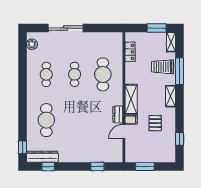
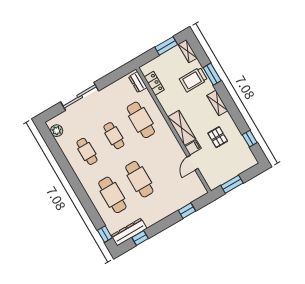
window: (180, 71) -> (212, 74), width x0.69
dresser: (118, 114) -> (138, 82), moved
cafe table: (75, 120) -> (139, 179), added

